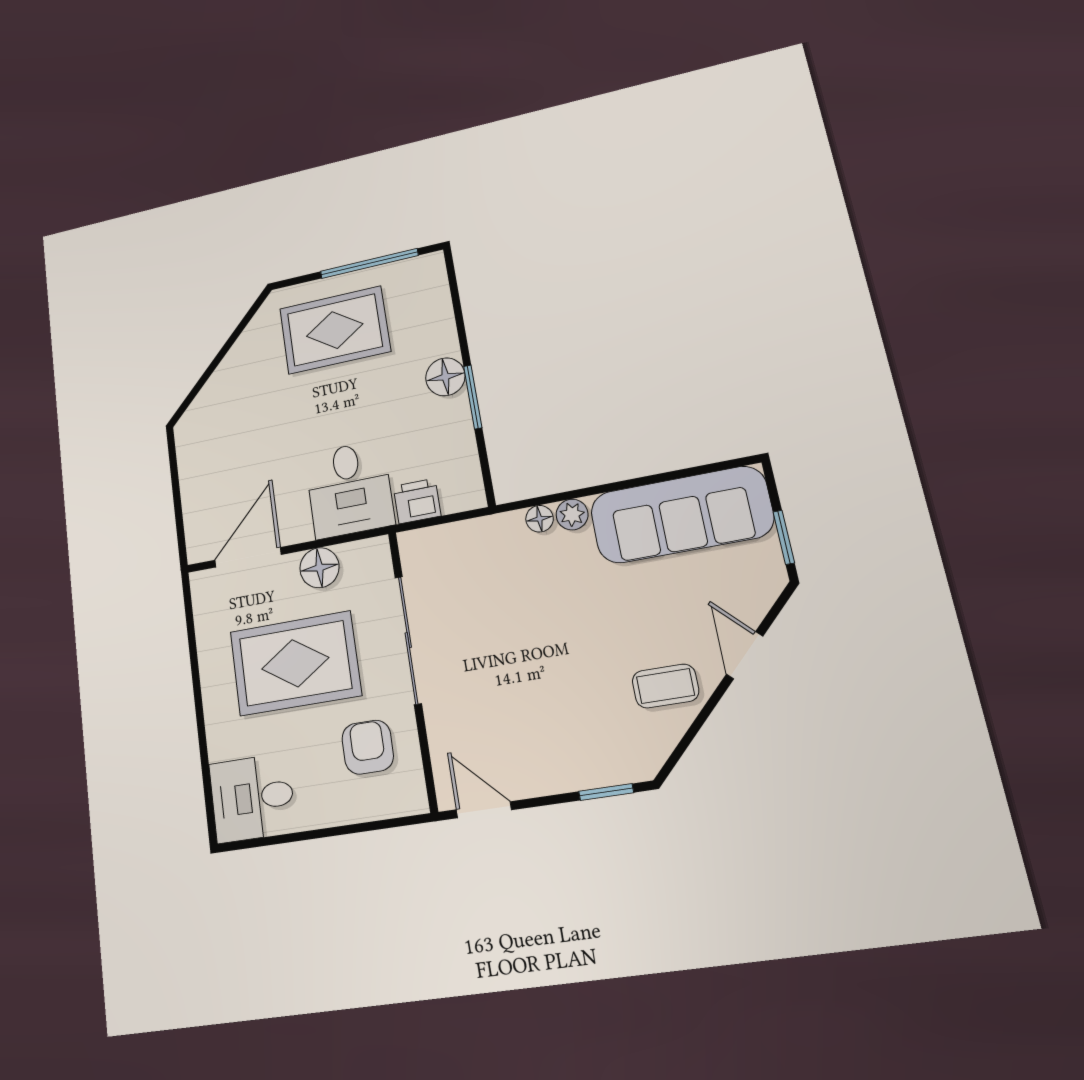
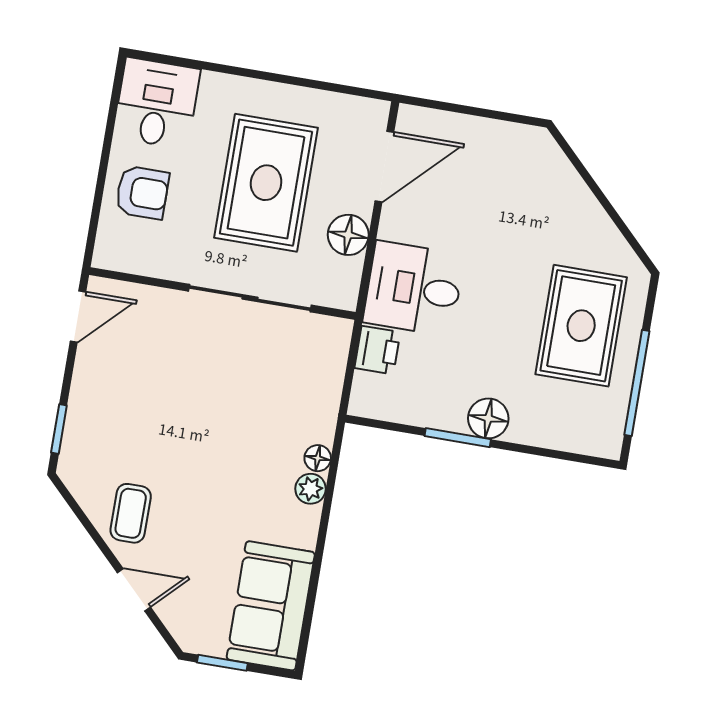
sofa: (681, 515) -> (271, 606), width x0.73
door: (248, 557) -> (384, 167), hinge flipped
armchair: (368, 747) -> (142, 193), moved

